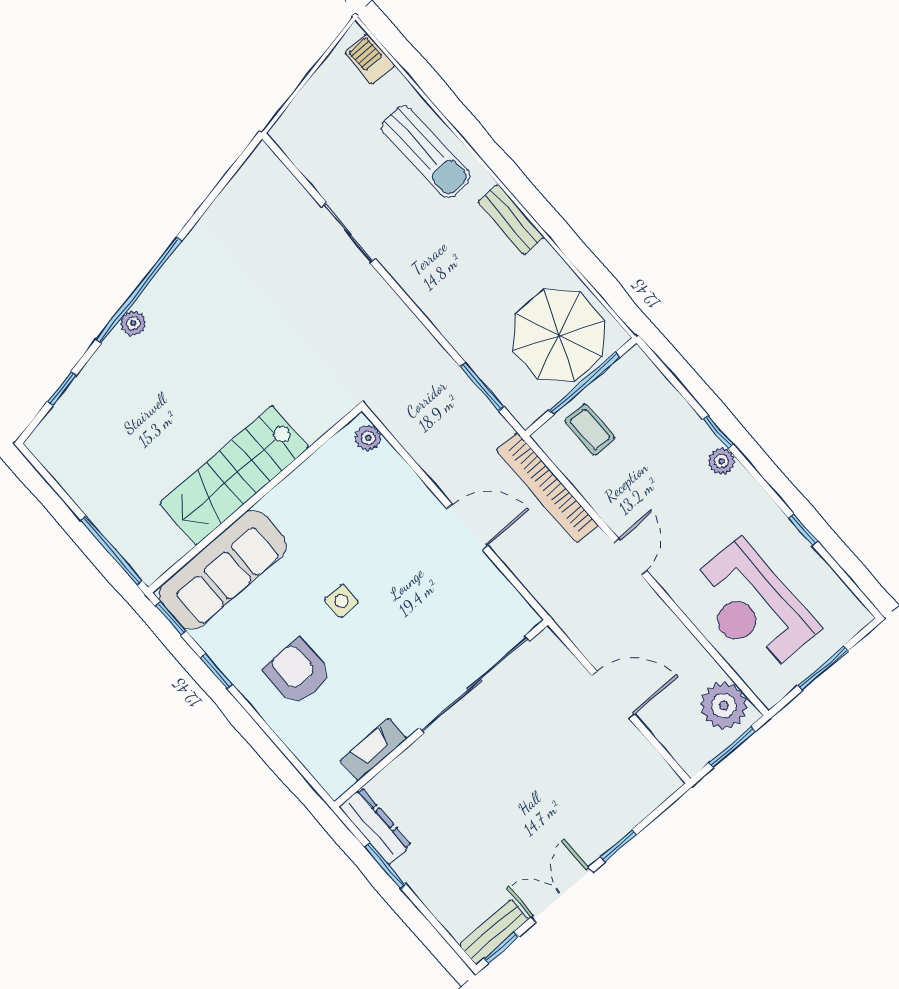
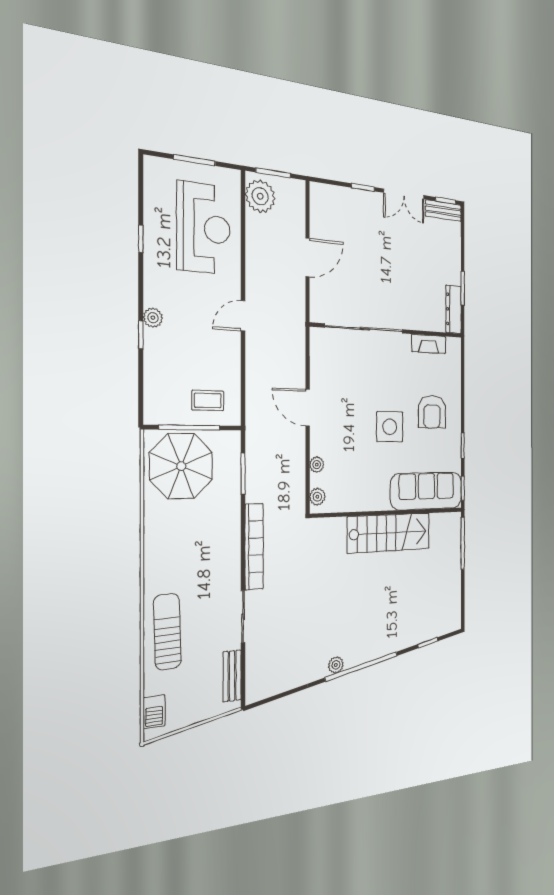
bench: (511, 219) -> (232, 676), moved
plant: (133, 323) -> (336, 665), moved
coffee table: (590, 430) -> (208, 400), turned 90
plant: (400, 473) -> (317, 465), added
bookcase: (547, 488) -> (254, 547), moved
side table: (342, 601) -> (390, 427), width x1.87, depth x1.87
door: (613, 695) -> (308, 257), swing flipped

